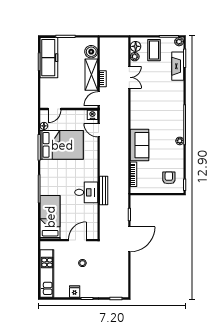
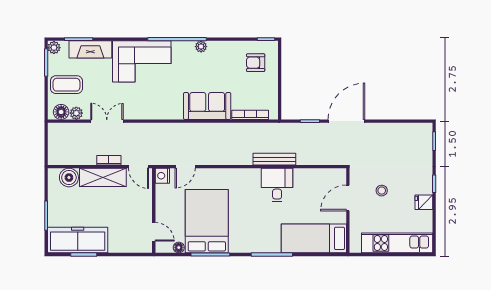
corner sofa: (170, 101) -> (142, 61), added
door: (129, 239) -> (346, 121), hinge flipped
door: (77, 240) -> (348, 198), hinge flipped

